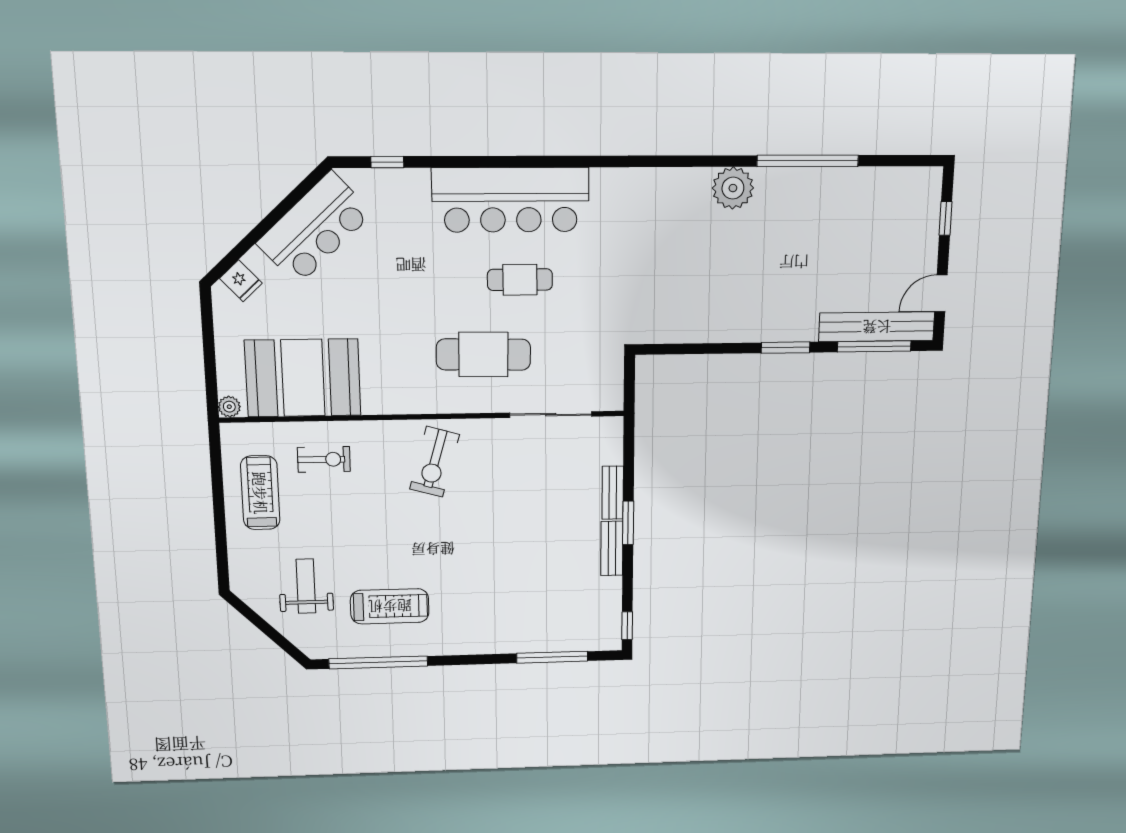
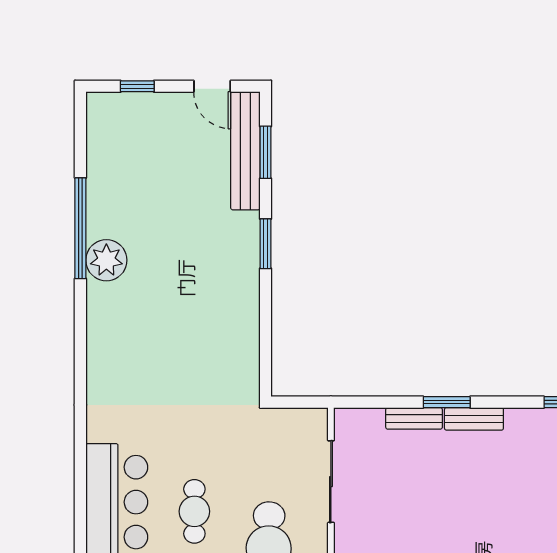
plant: (733, 188) -> (106, 260), moved
window: (874, 346) -> (266, 152), width x0.69

